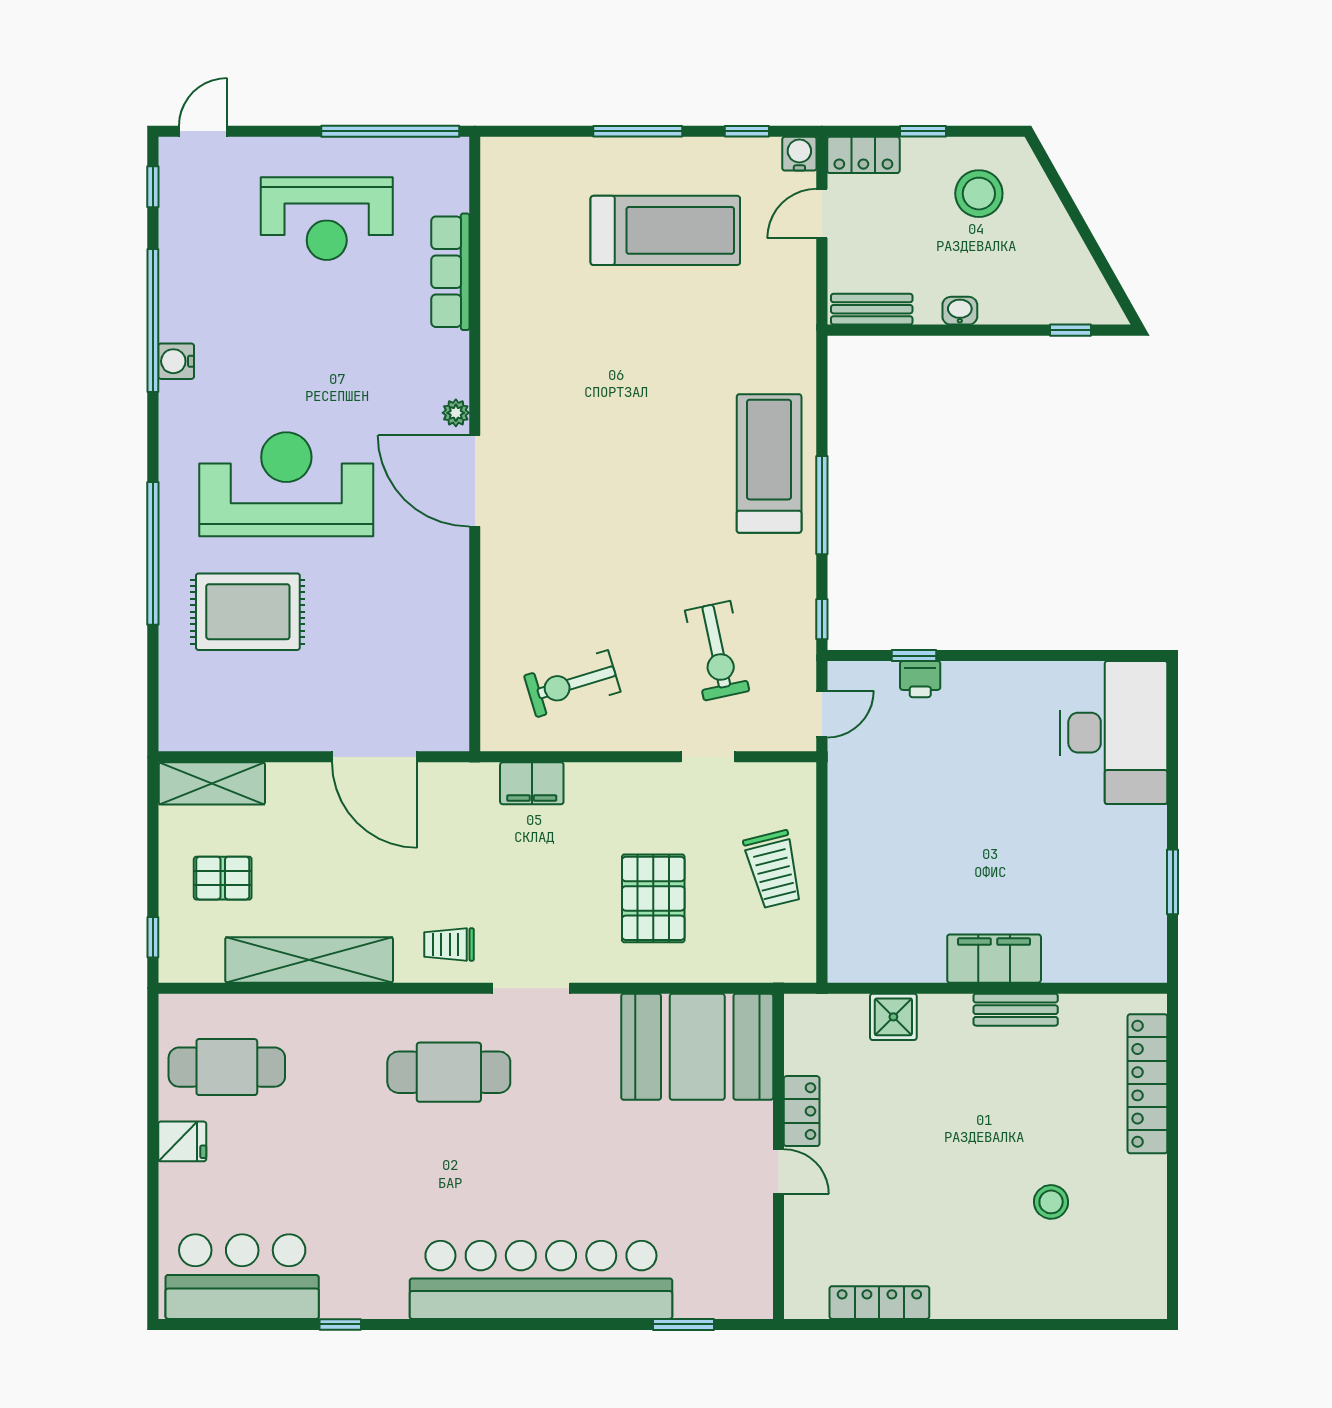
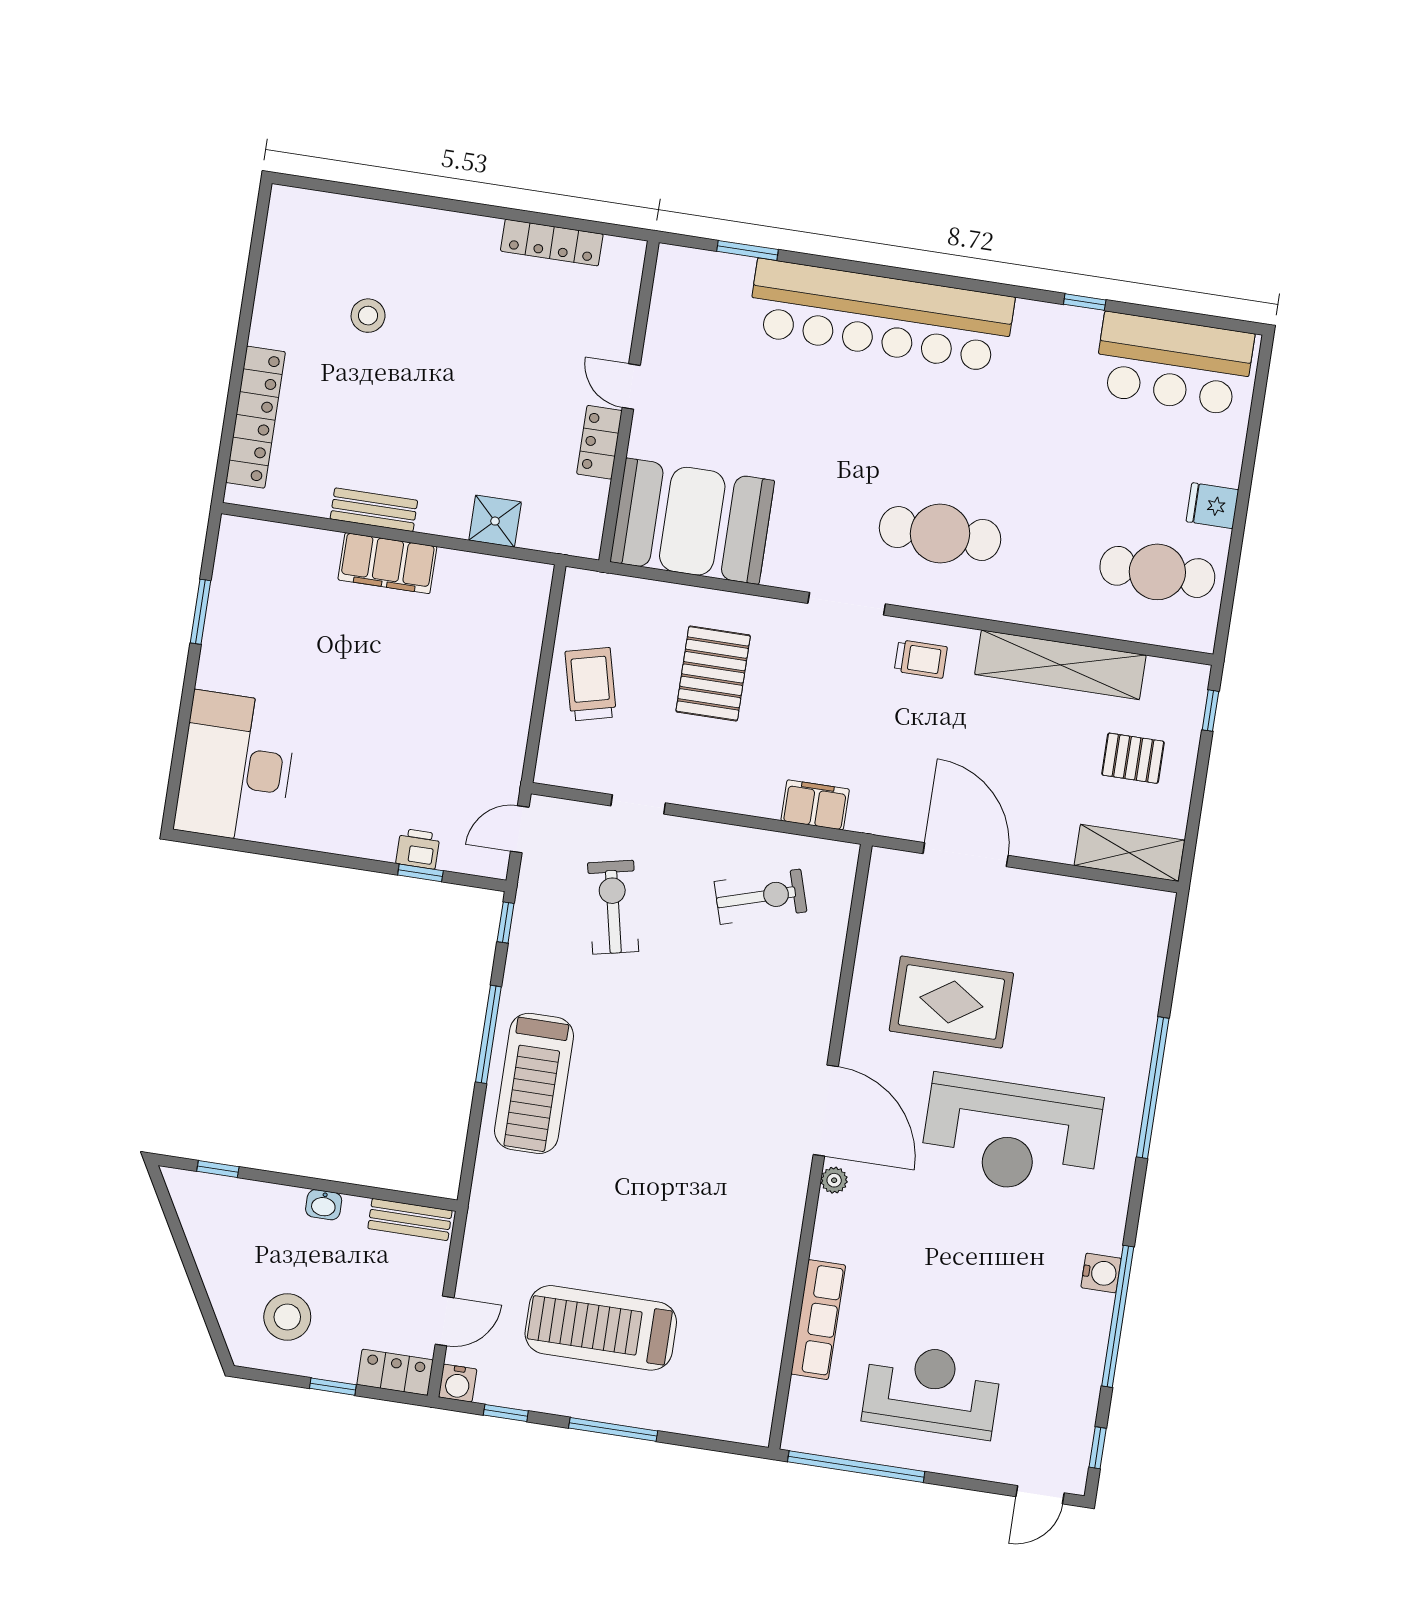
rug: (248, 612) -> (951, 1002), moved

